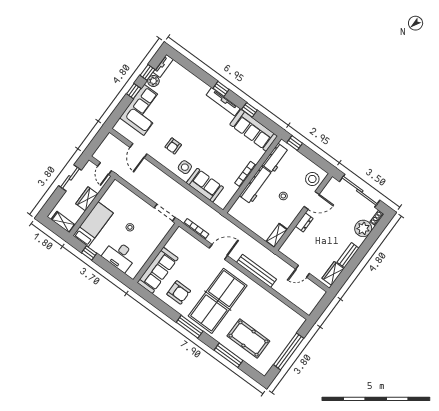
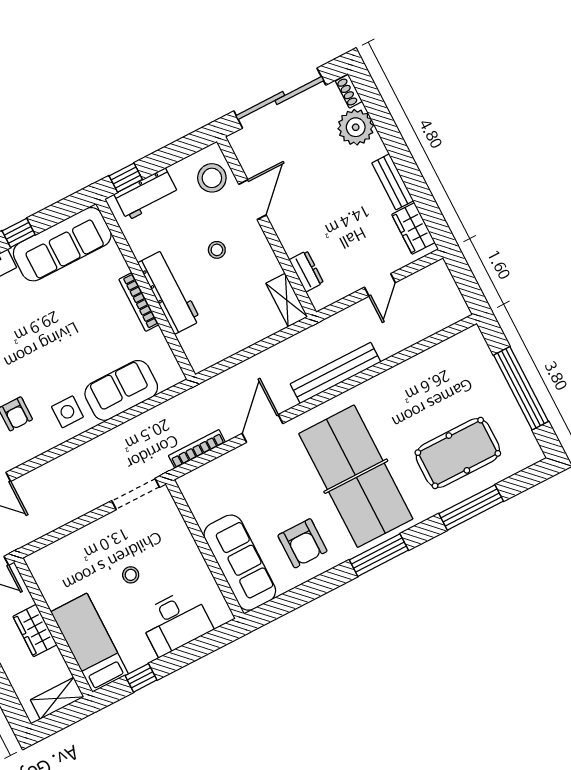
workbench: (276, 158) -> (146, 194), moved, turned 90
dresser: (304, 222) -> (306, 271), moved
armchair: (179, 292) -> (303, 543), turned 90

